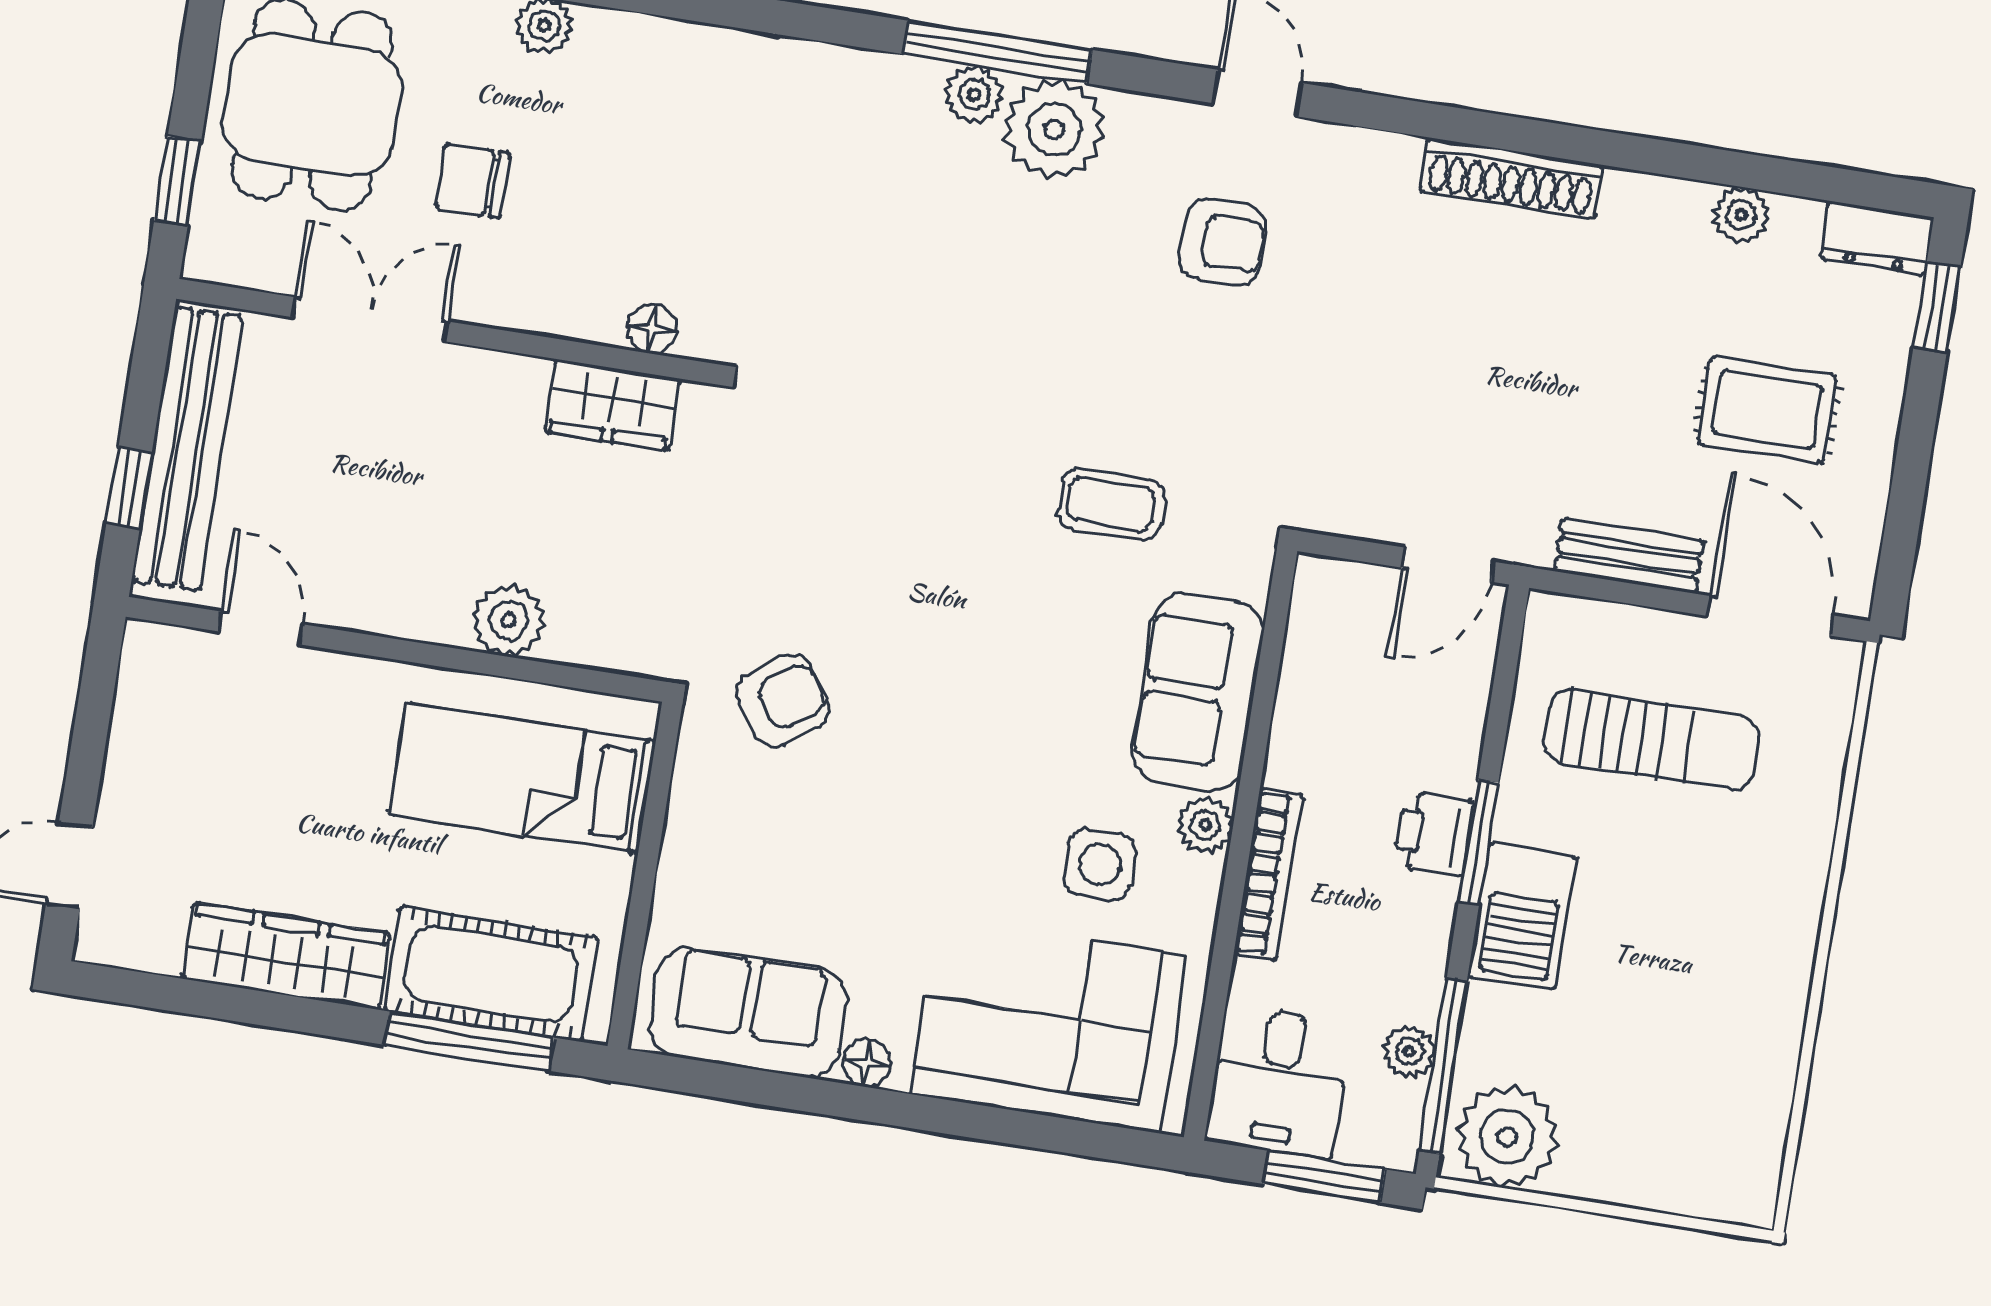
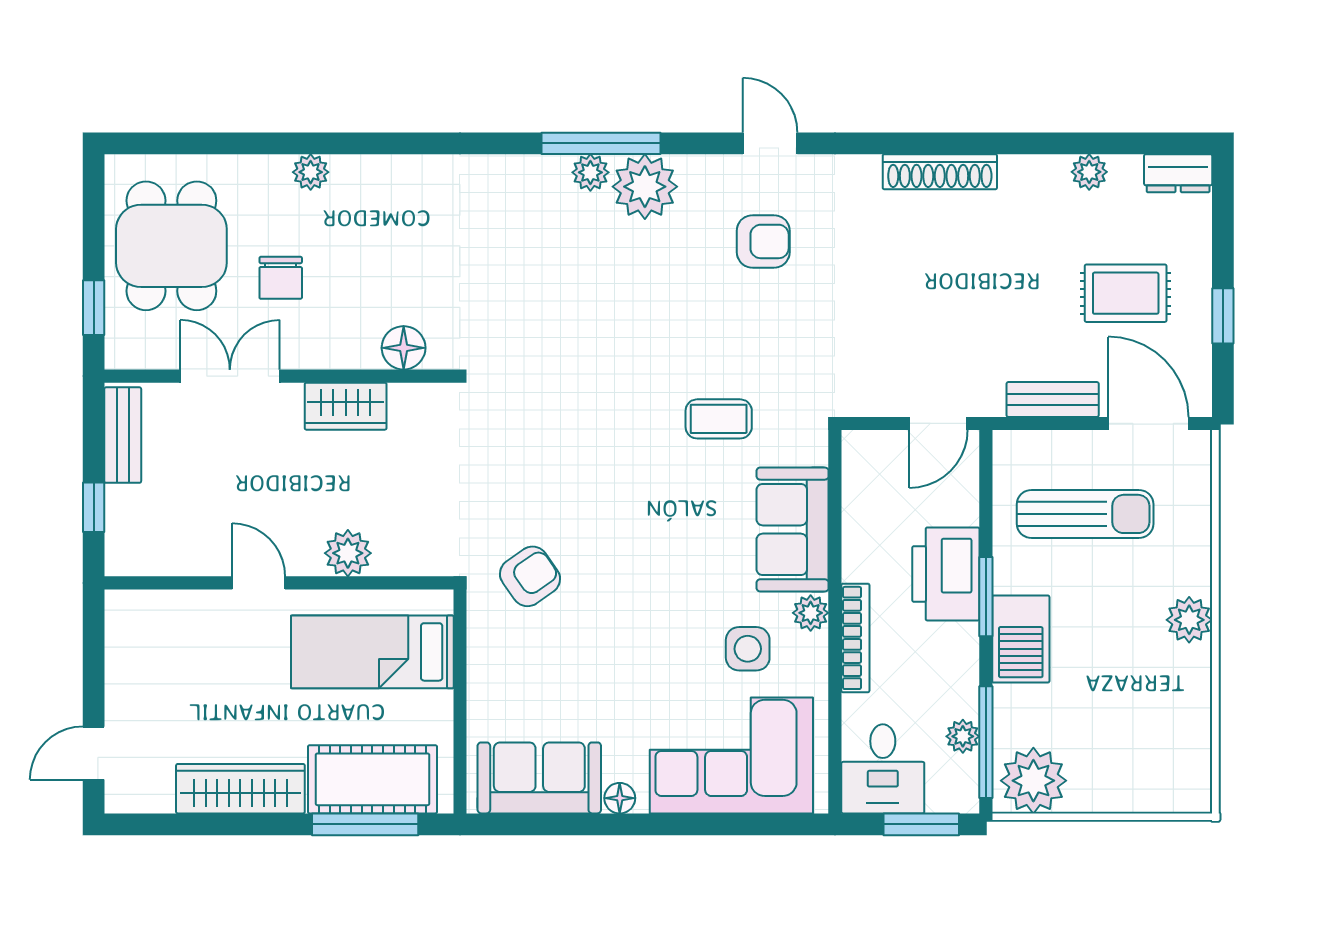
chair: (472, 181) -> (281, 278), turned -90
window: (1937, 307) -> (1223, 316), moved
floor lamp: (652, 329) -> (404, 348), width x1.37, depth x1.37
wardrobe: (612, 405) -> (346, 406), moved
bench: (187, 448) -> (123, 435), width x0.54, depth x0.82
door: (261, 628) -> (259, 583), moved
printer: (1434, 834) -> (946, 574), width x1.87, depth x1.48
plant: (1786, 927) -> (1189, 620), added

